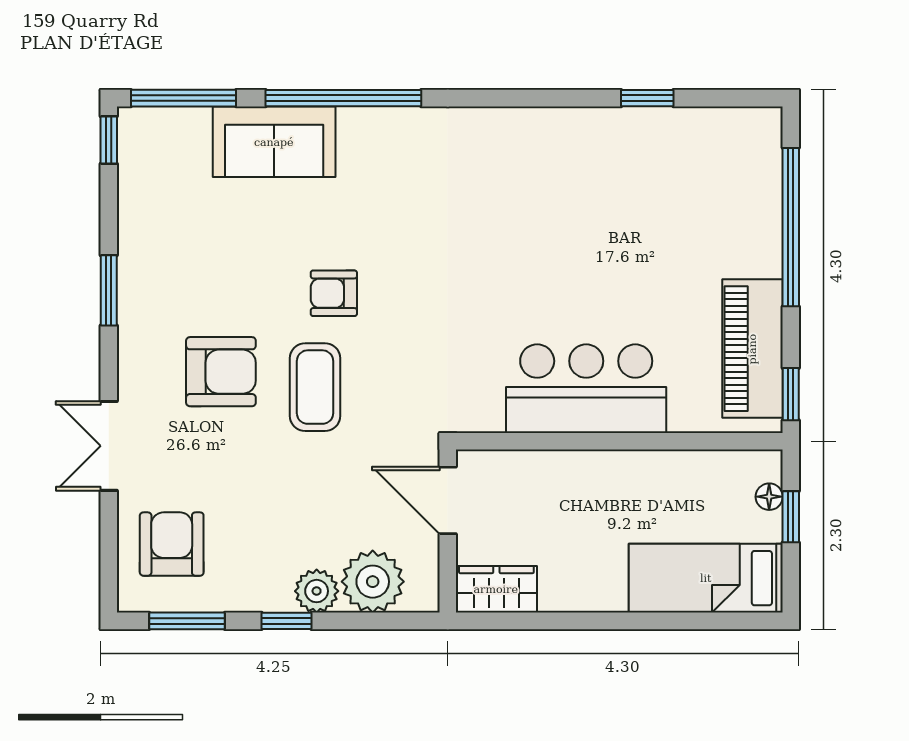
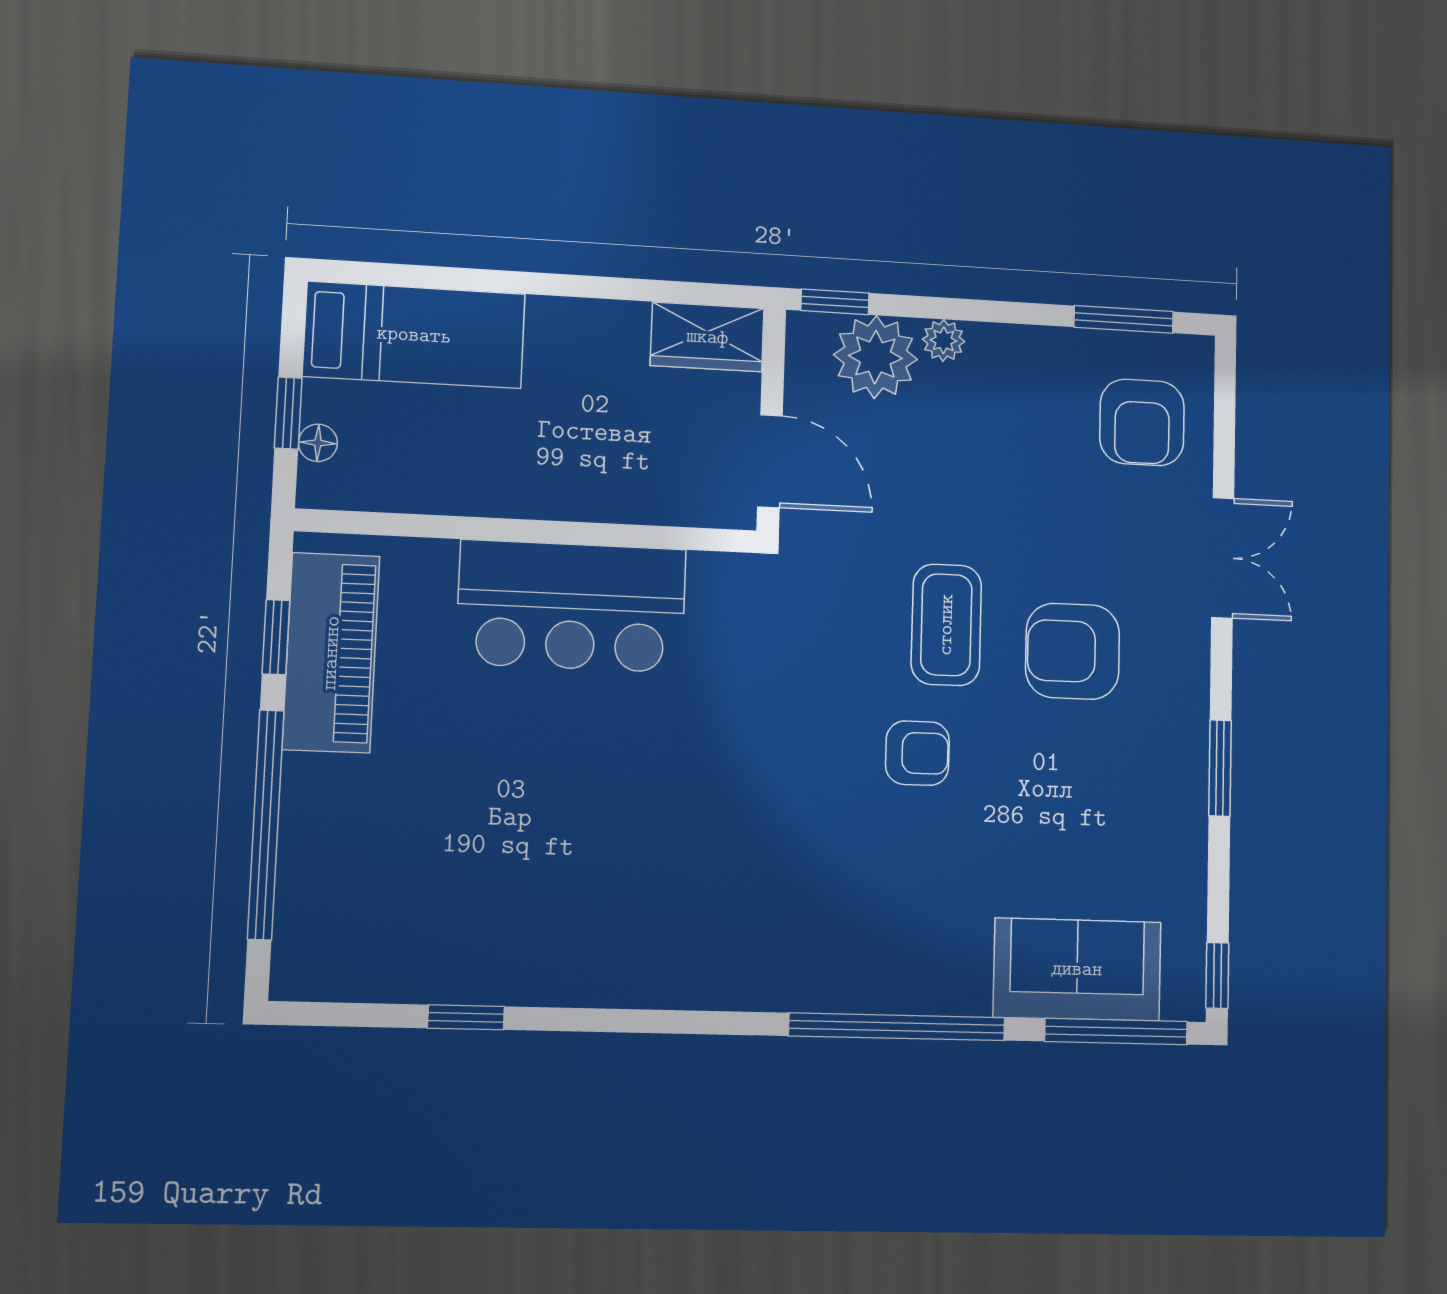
sofa: (274, 142) -> (1077, 969), moved
window: (791, 394) -> (276, 637), moved
plant: (317, 591) -> (943, 340), width x0.73, depth x0.73
window: (287, 621) -> (835, 302), moved

